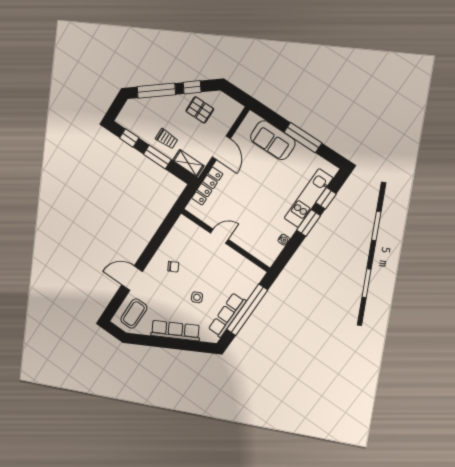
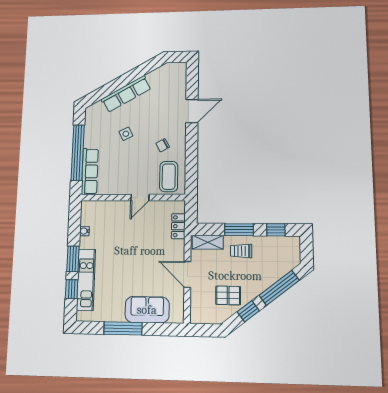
locker: (207, 186) -> (178, 226), width x0.66
coffee table: (134, 314) -> (169, 177), moved
row of seats: (227, 315) -> (90, 171), moved

